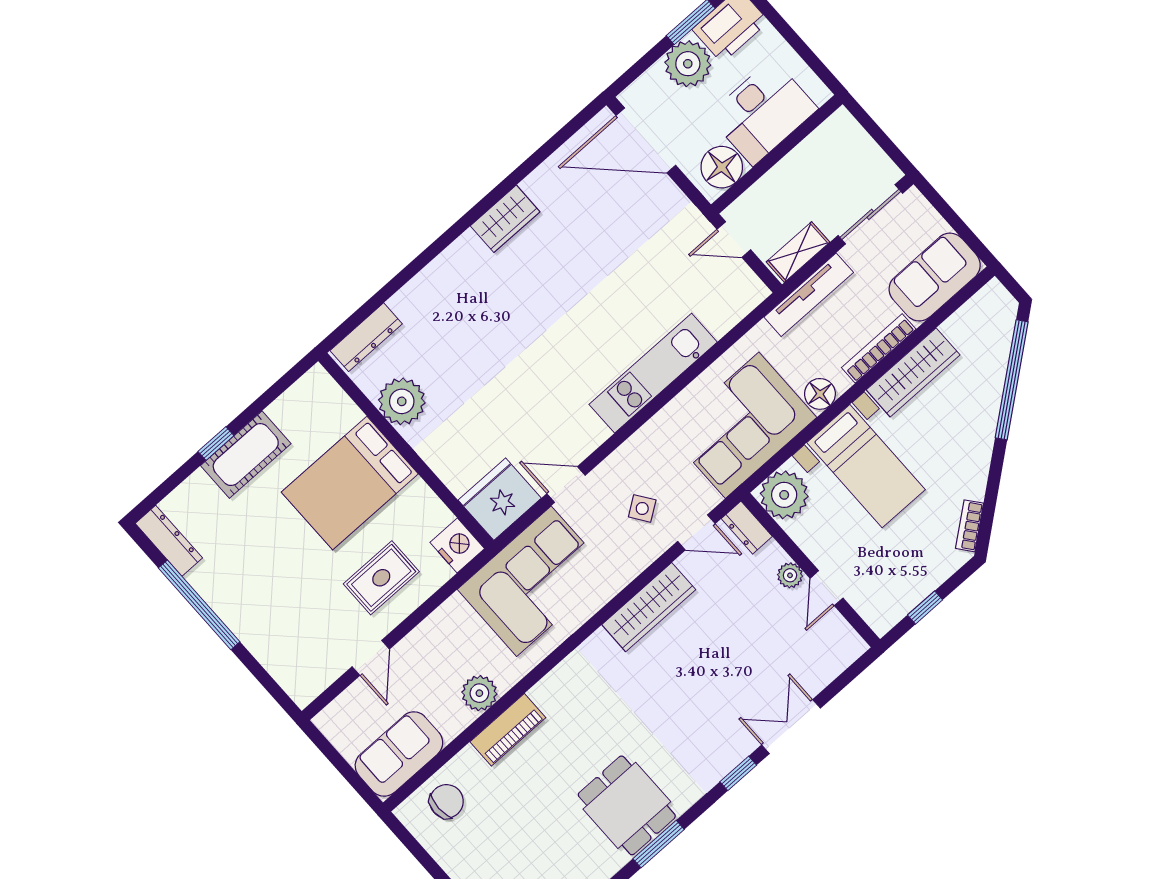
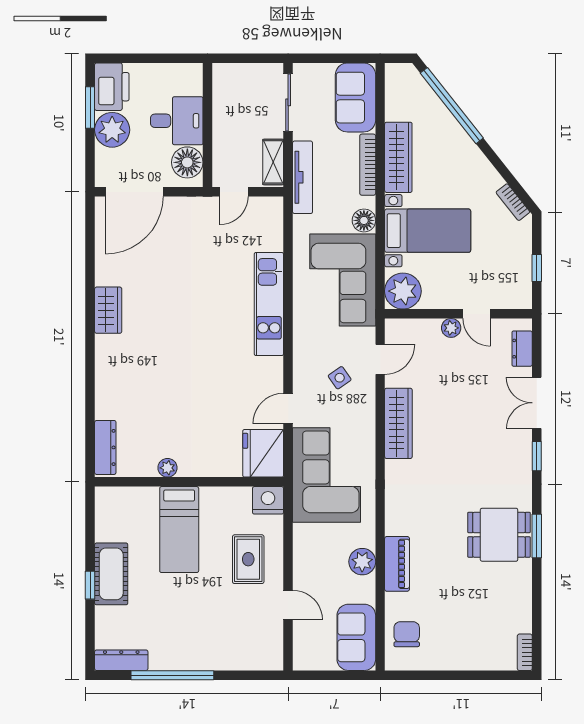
desk: (763, 112) -> (177, 121), width x0.73
plant: (402, 401) -> (167, 468), width x0.53, depth x0.53
bed: (350, 483) -> (179, 530), width x0.67
dresser: (747, 528) -> (522, 349), moved, turned 90

